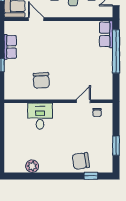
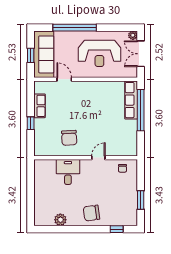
row of seats: (106, 34) -> (131, 100), width x1.48
door: (83, 101) -> (98, 158), moved
chair: (81, 161) -> (92, 213), moved

